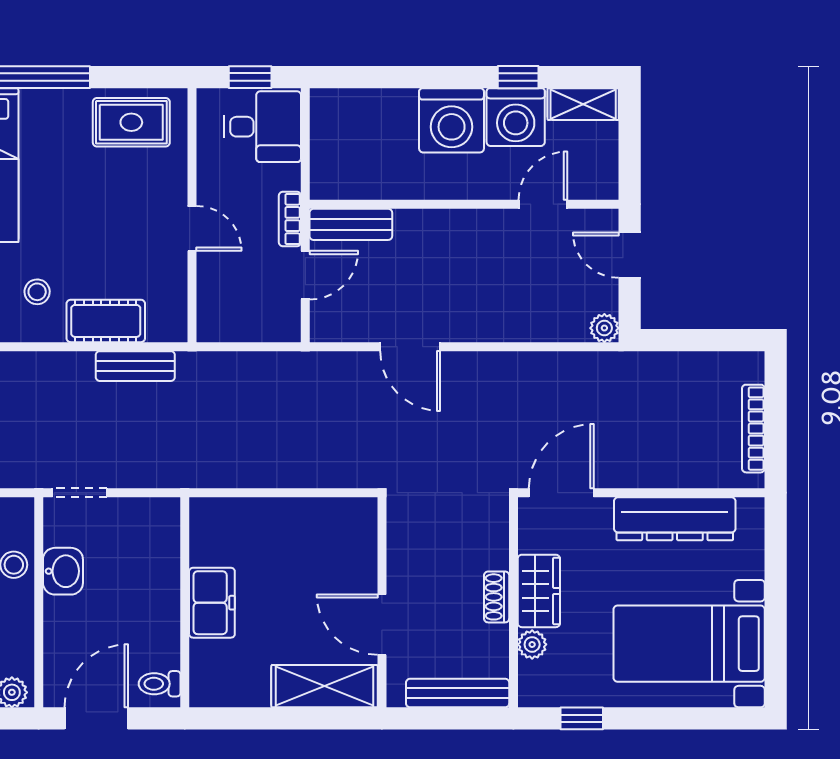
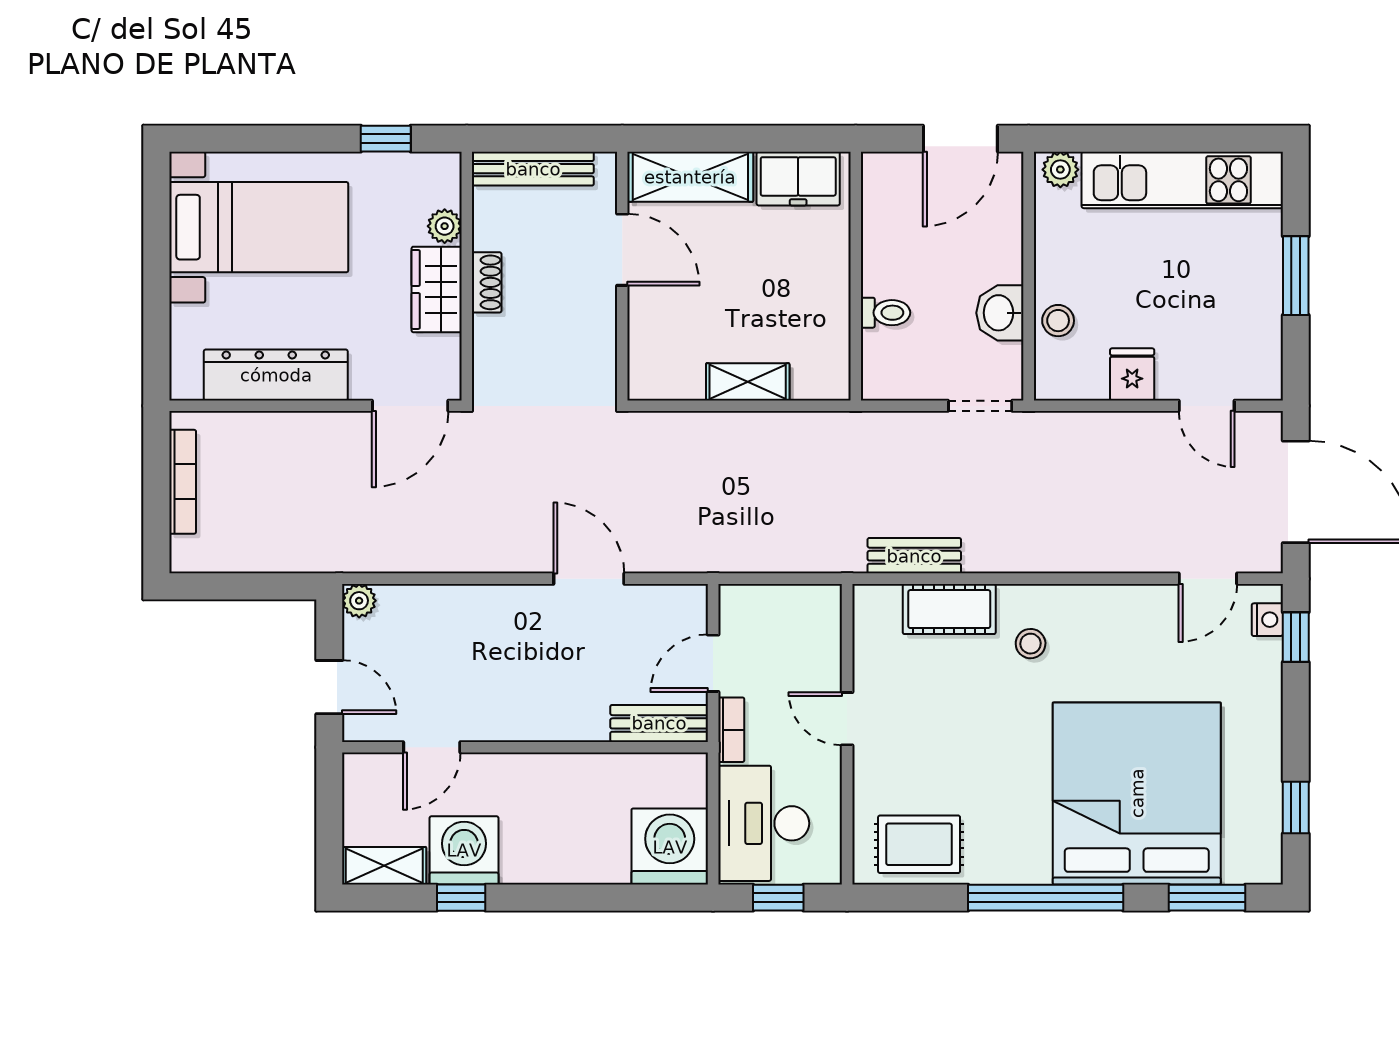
washing machine: (452, 120) -> (670, 847), moved
desk: (263, 127) -> (764, 823), width x1.37
shelving: (276, 513) -> (748, 382), added
freezer: (212, 603) -> (798, 179), moved, turned -90
toilet: (160, 684) -> (886, 313), moved

